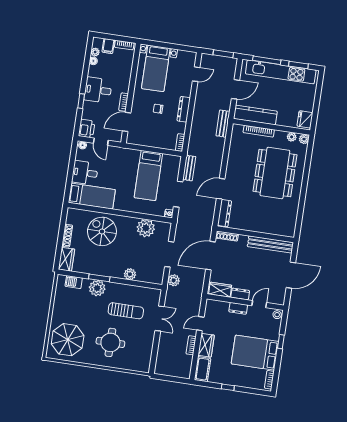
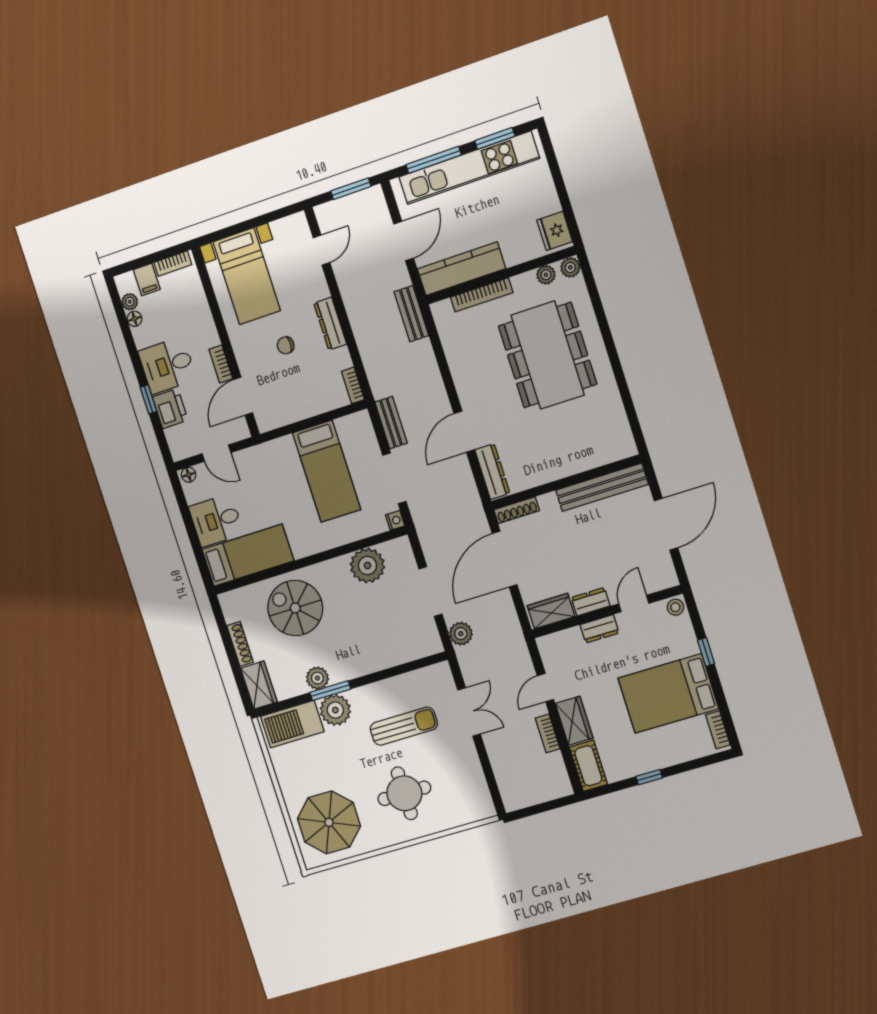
printer: (87, 129) -> (170, 409), moved
plant: (130, 274) -> (317, 678), moved
barbecue: (74, 282) -> (292, 724), width x1.88, depth x1.53

